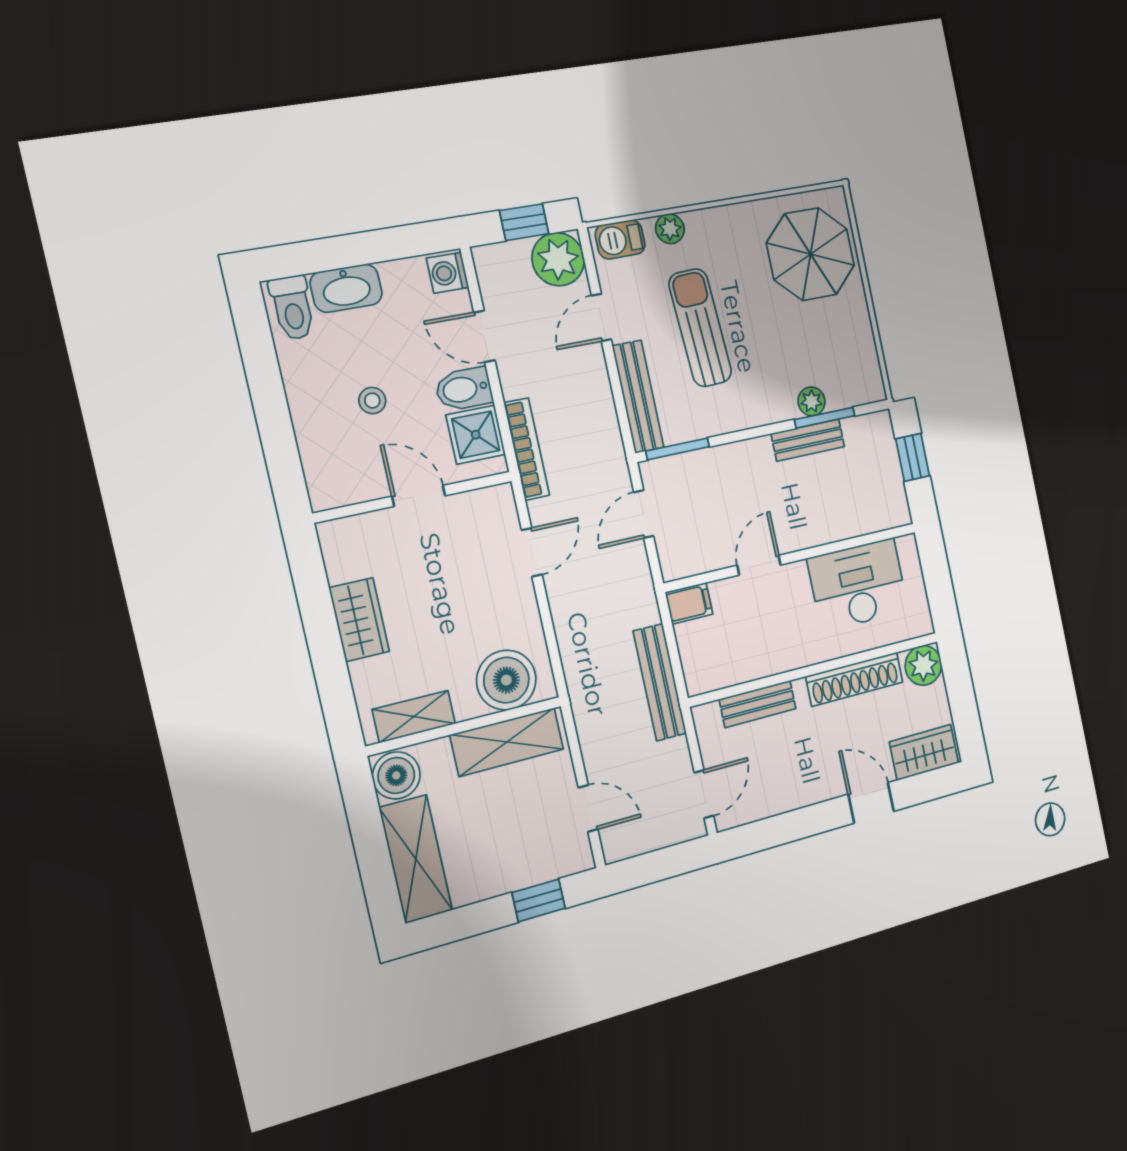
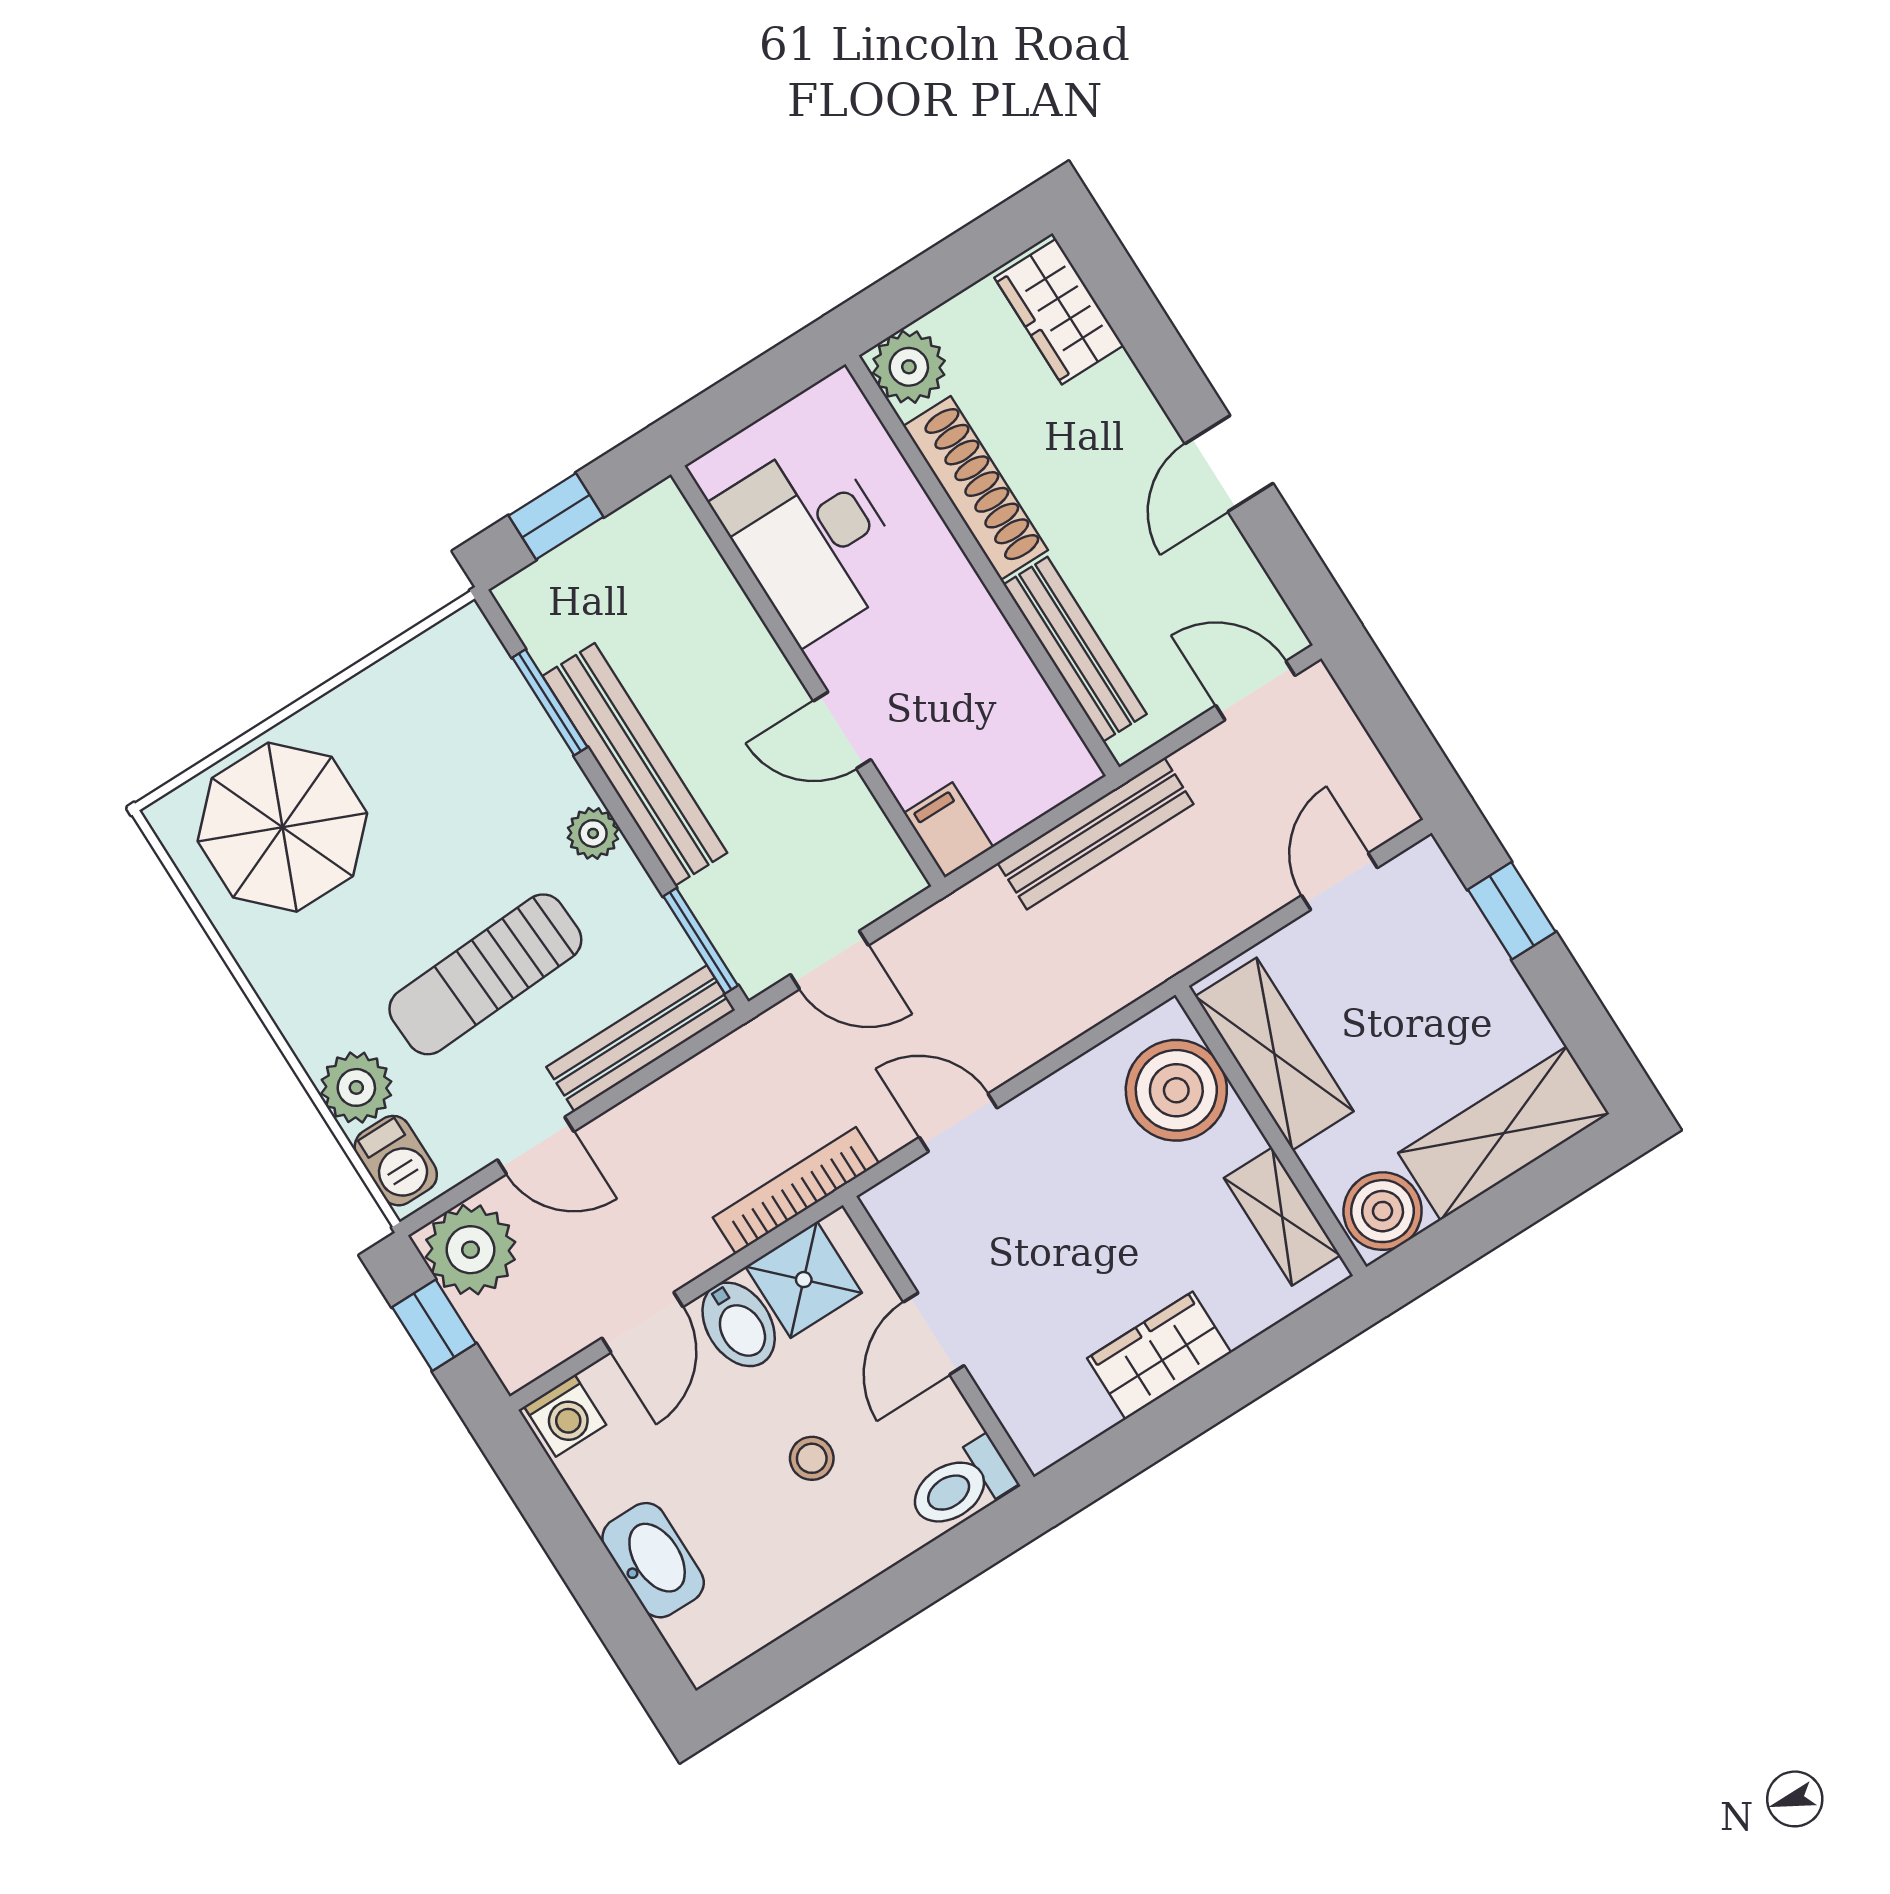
plant: (670, 229) -> (356, 1087), width x1.38, depth x1.38
toilet: (292, 308) -> (961, 1485), moved, turned 180
plant: (812, 401) -> (593, 833), moved
bench: (808, 440) -> (635, 764), width x1.86, depth x1.21
bench: (758, 704) -> (1075, 649), width x1.36
door: (871, 803) -> (1229, 464), moved

